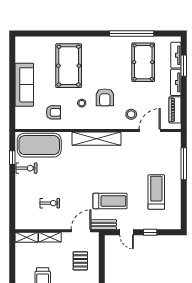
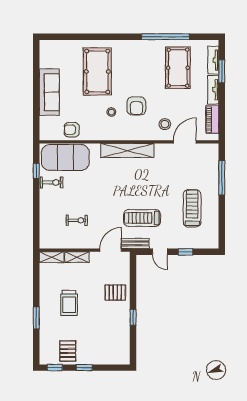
armchair: (53, 112) -> (72, 130), moved, turned 180
treadmill: (110, 201) -> (142, 218), turned 180
pallet: (80, 261) -> (115, 293), moved, turned 90

